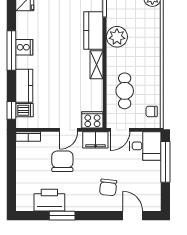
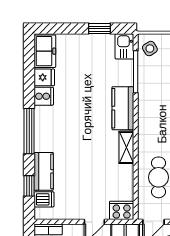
plant: (117, 37) -> (150, 115), removed
cooker: (24, 47) -> (44, 96), moved
window: (11, 110) -> (29, 186), moved

